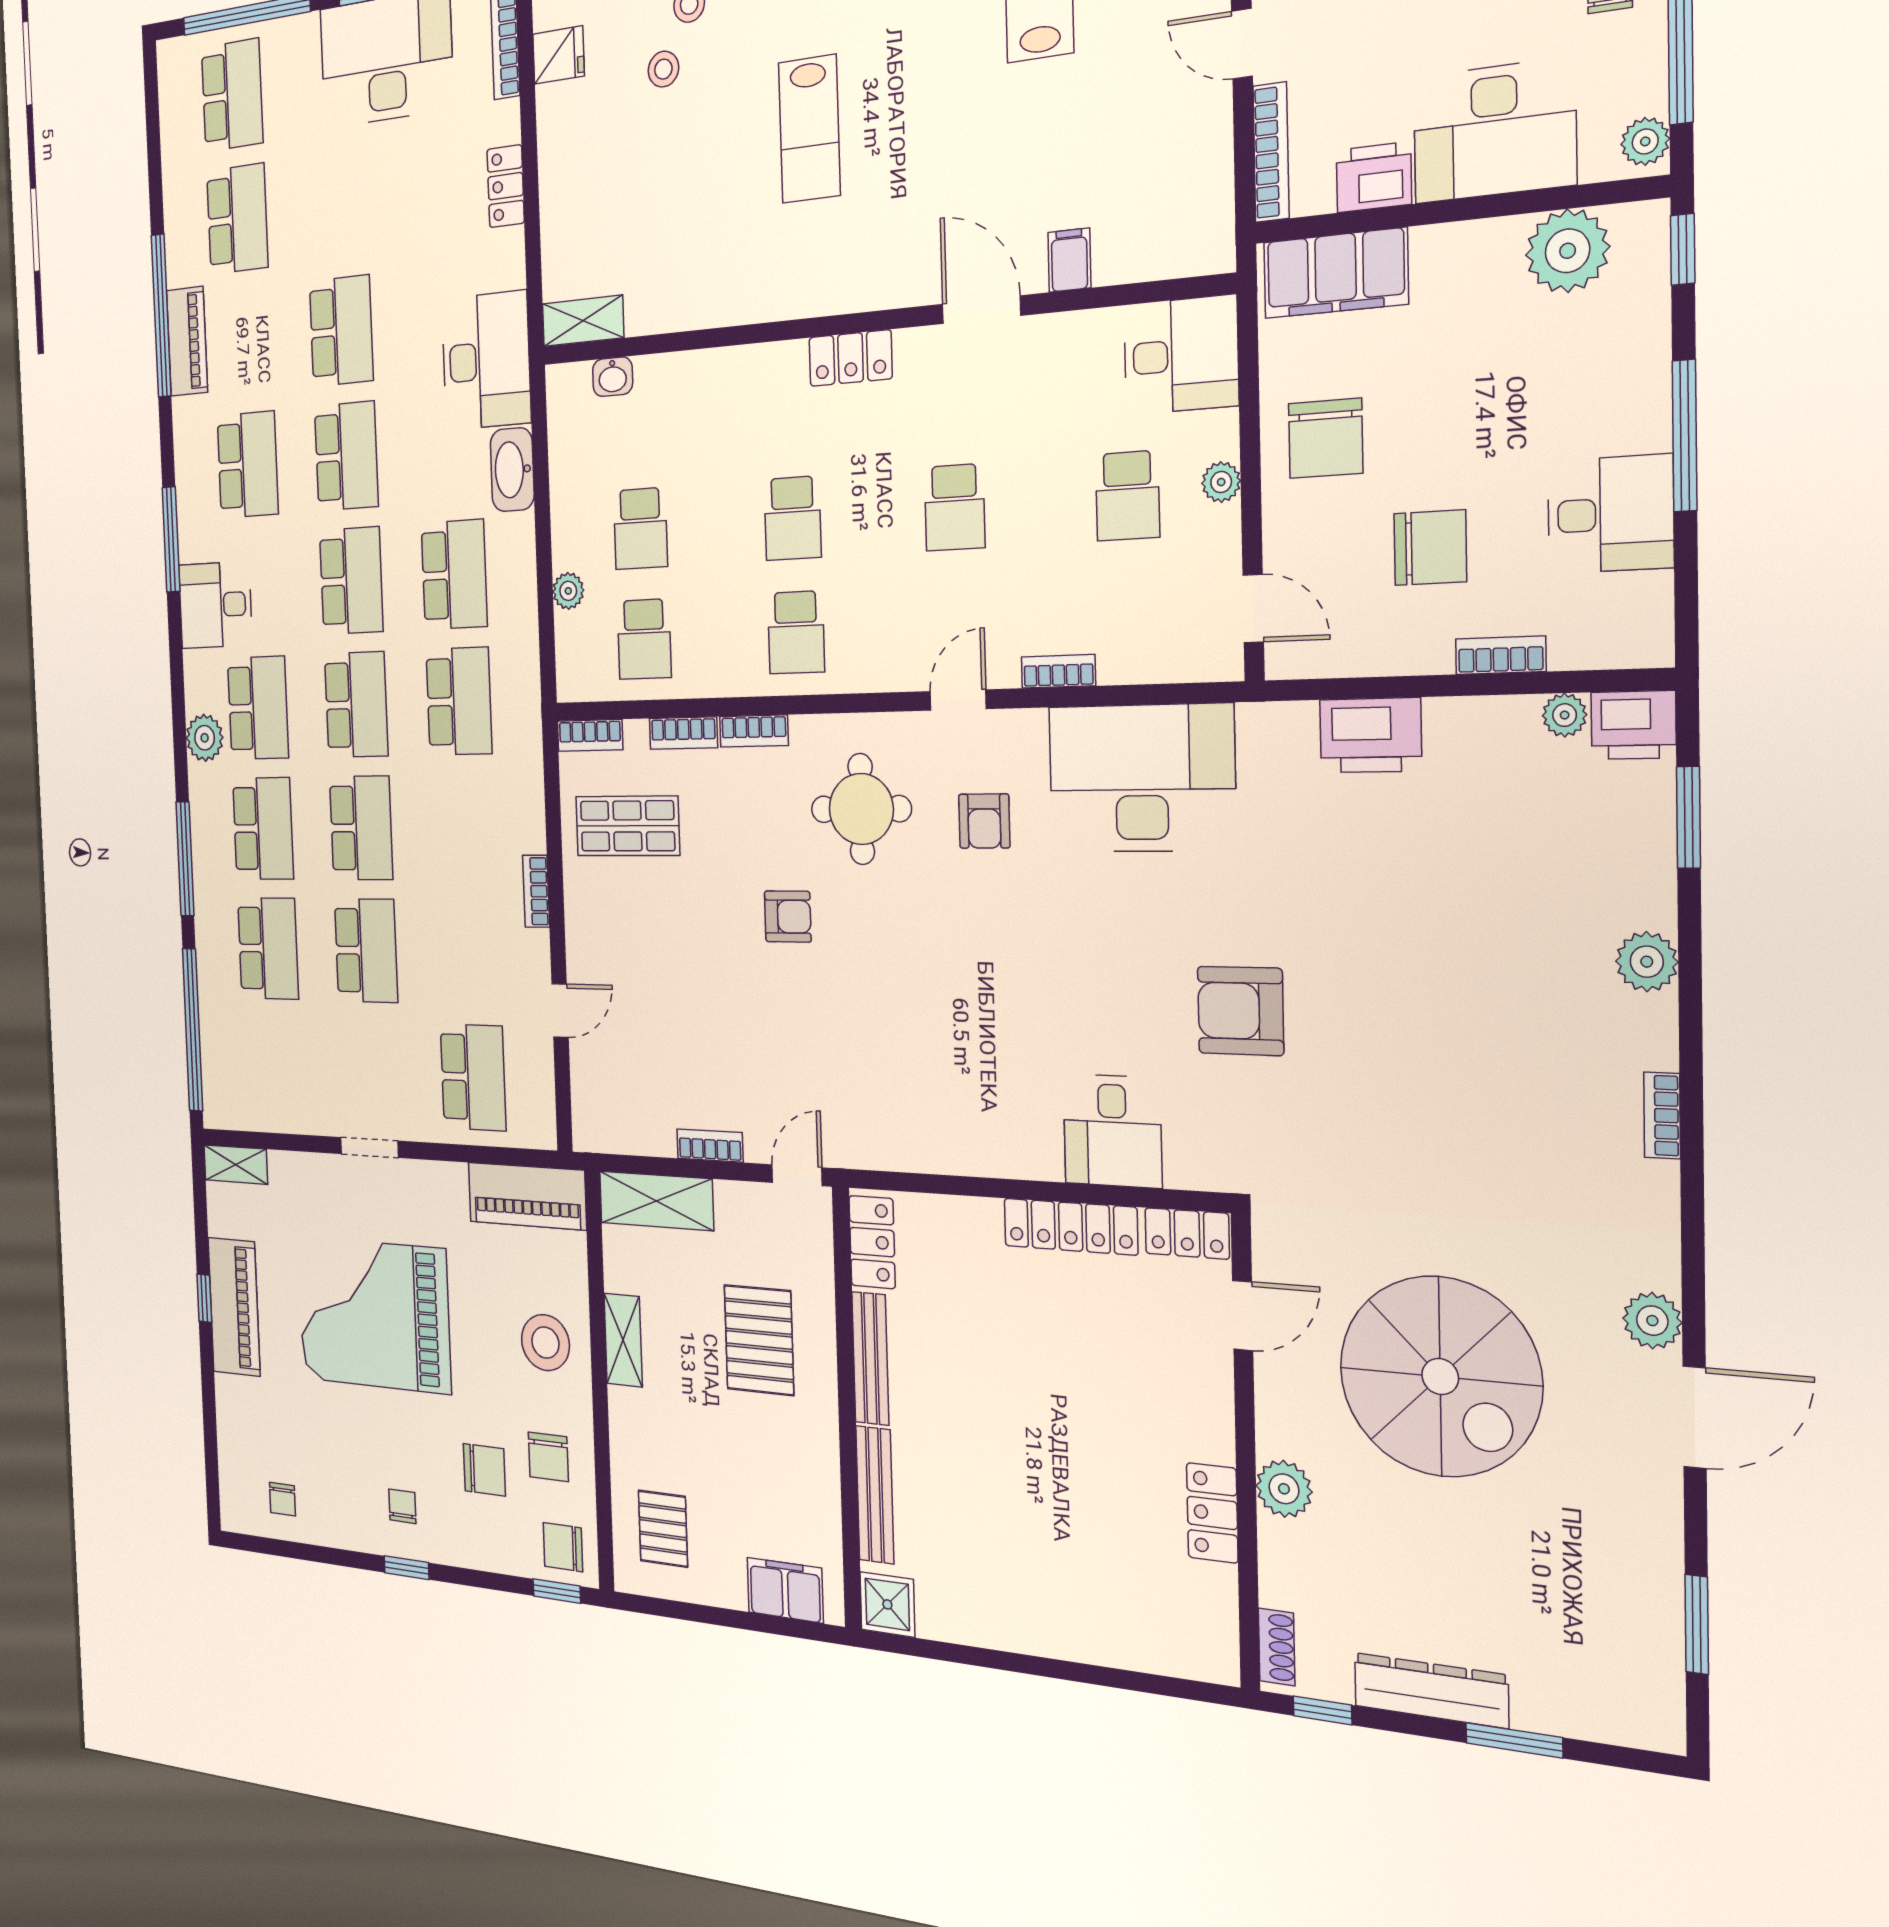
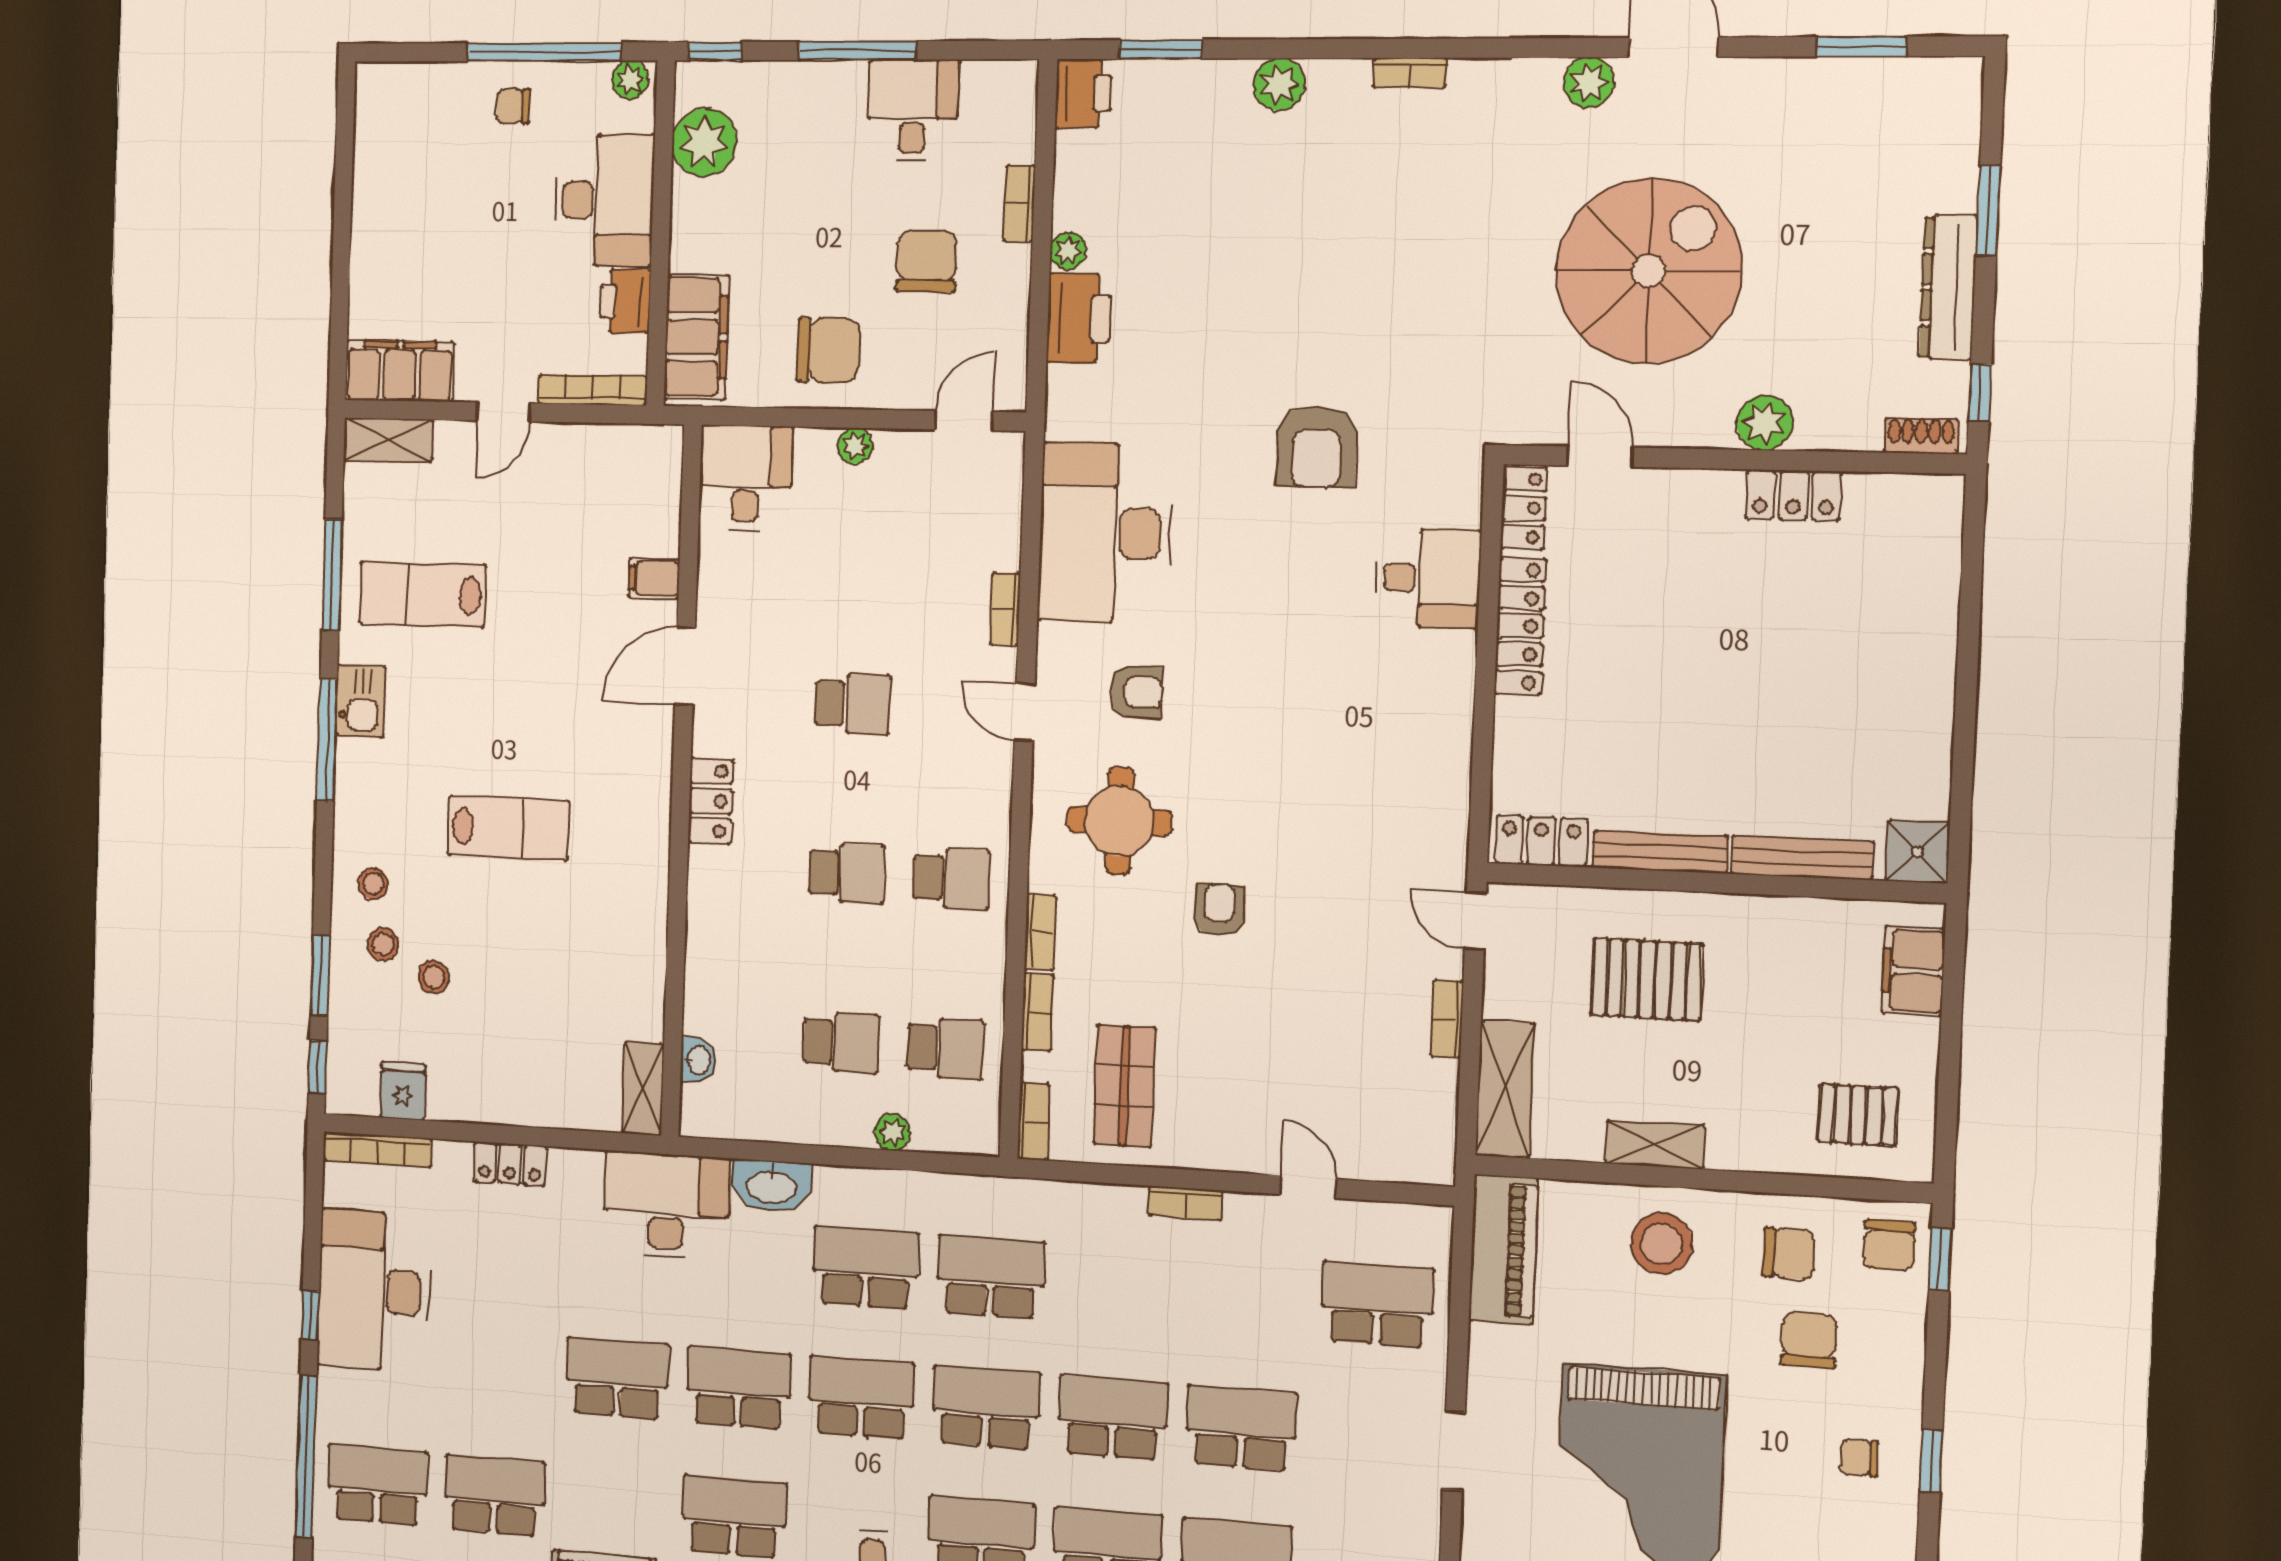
school desk: (1128, 496) -> (858, 534), removed
plant: (1565, 715) -> (1068, 251), moved

